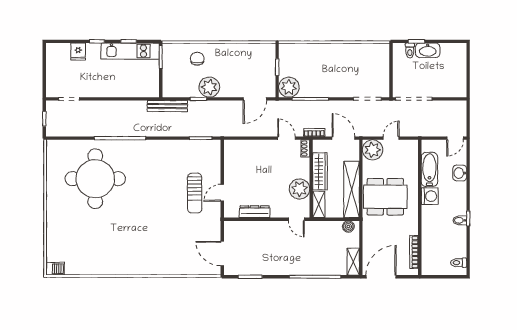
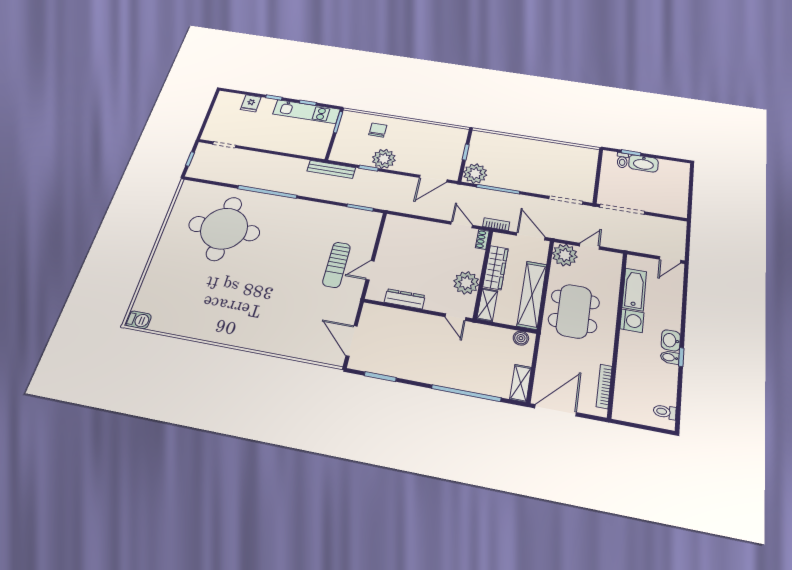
washbasin: (460, 173) -> (671, 340), moved
dining table: (385, 197) -> (574, 311), turned 90

